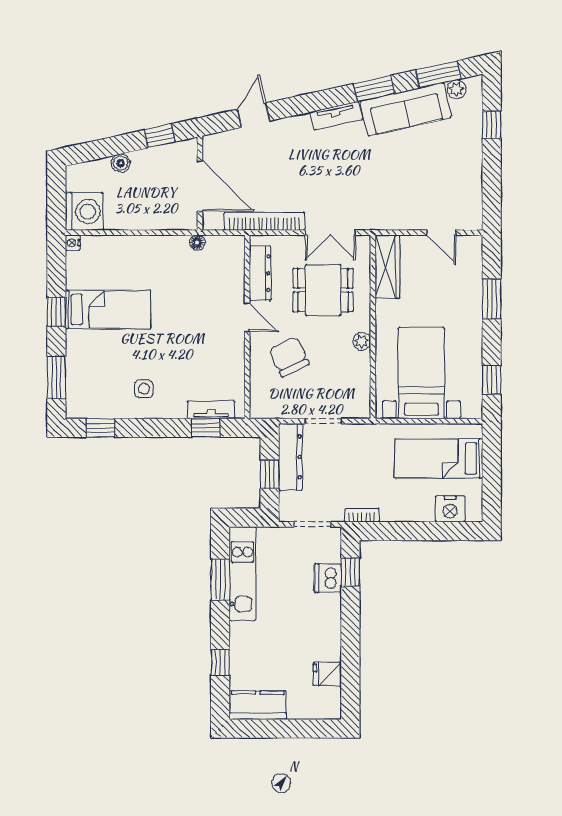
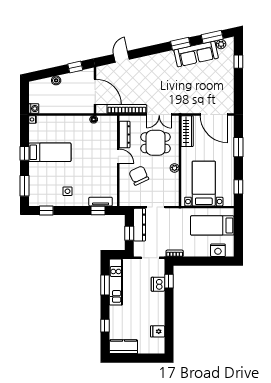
tv unit: (336, 116) -> (162, 57), removed
washing machine: (84, 211) -> (34, 109), width x0.53, depth x0.53
door: (441, 233) -> (214, 115), width x1.88

